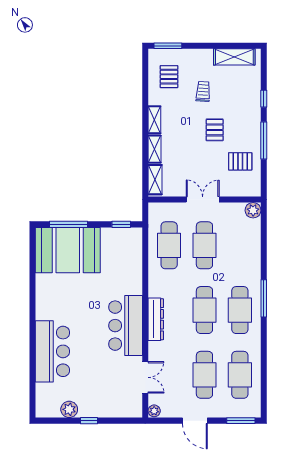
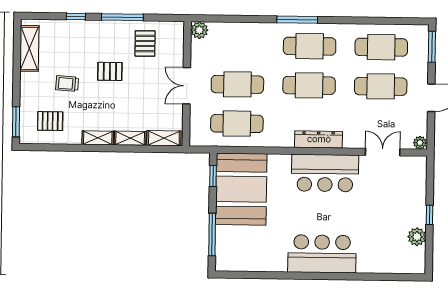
booth: (68, 250) -> (241, 189), moved
bar counter: (52, 351) -> (322, 254), moved

